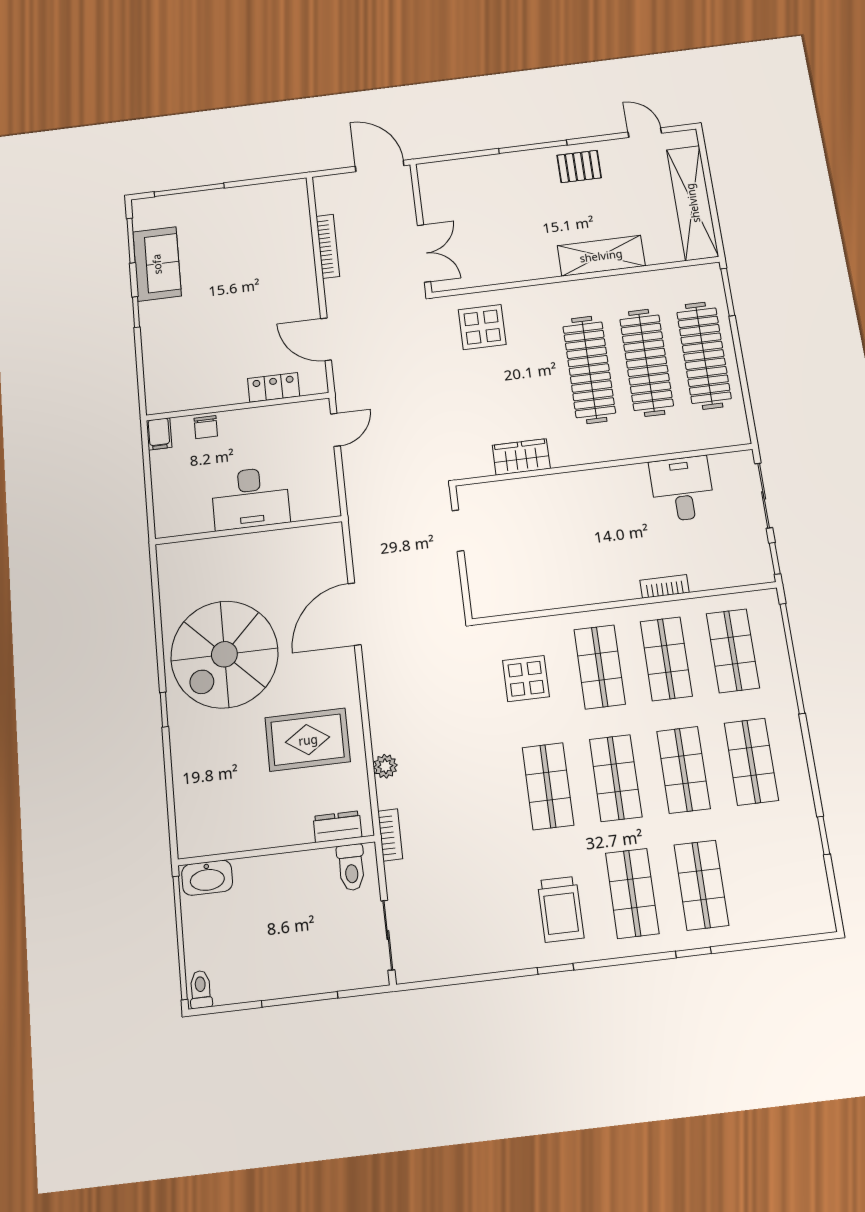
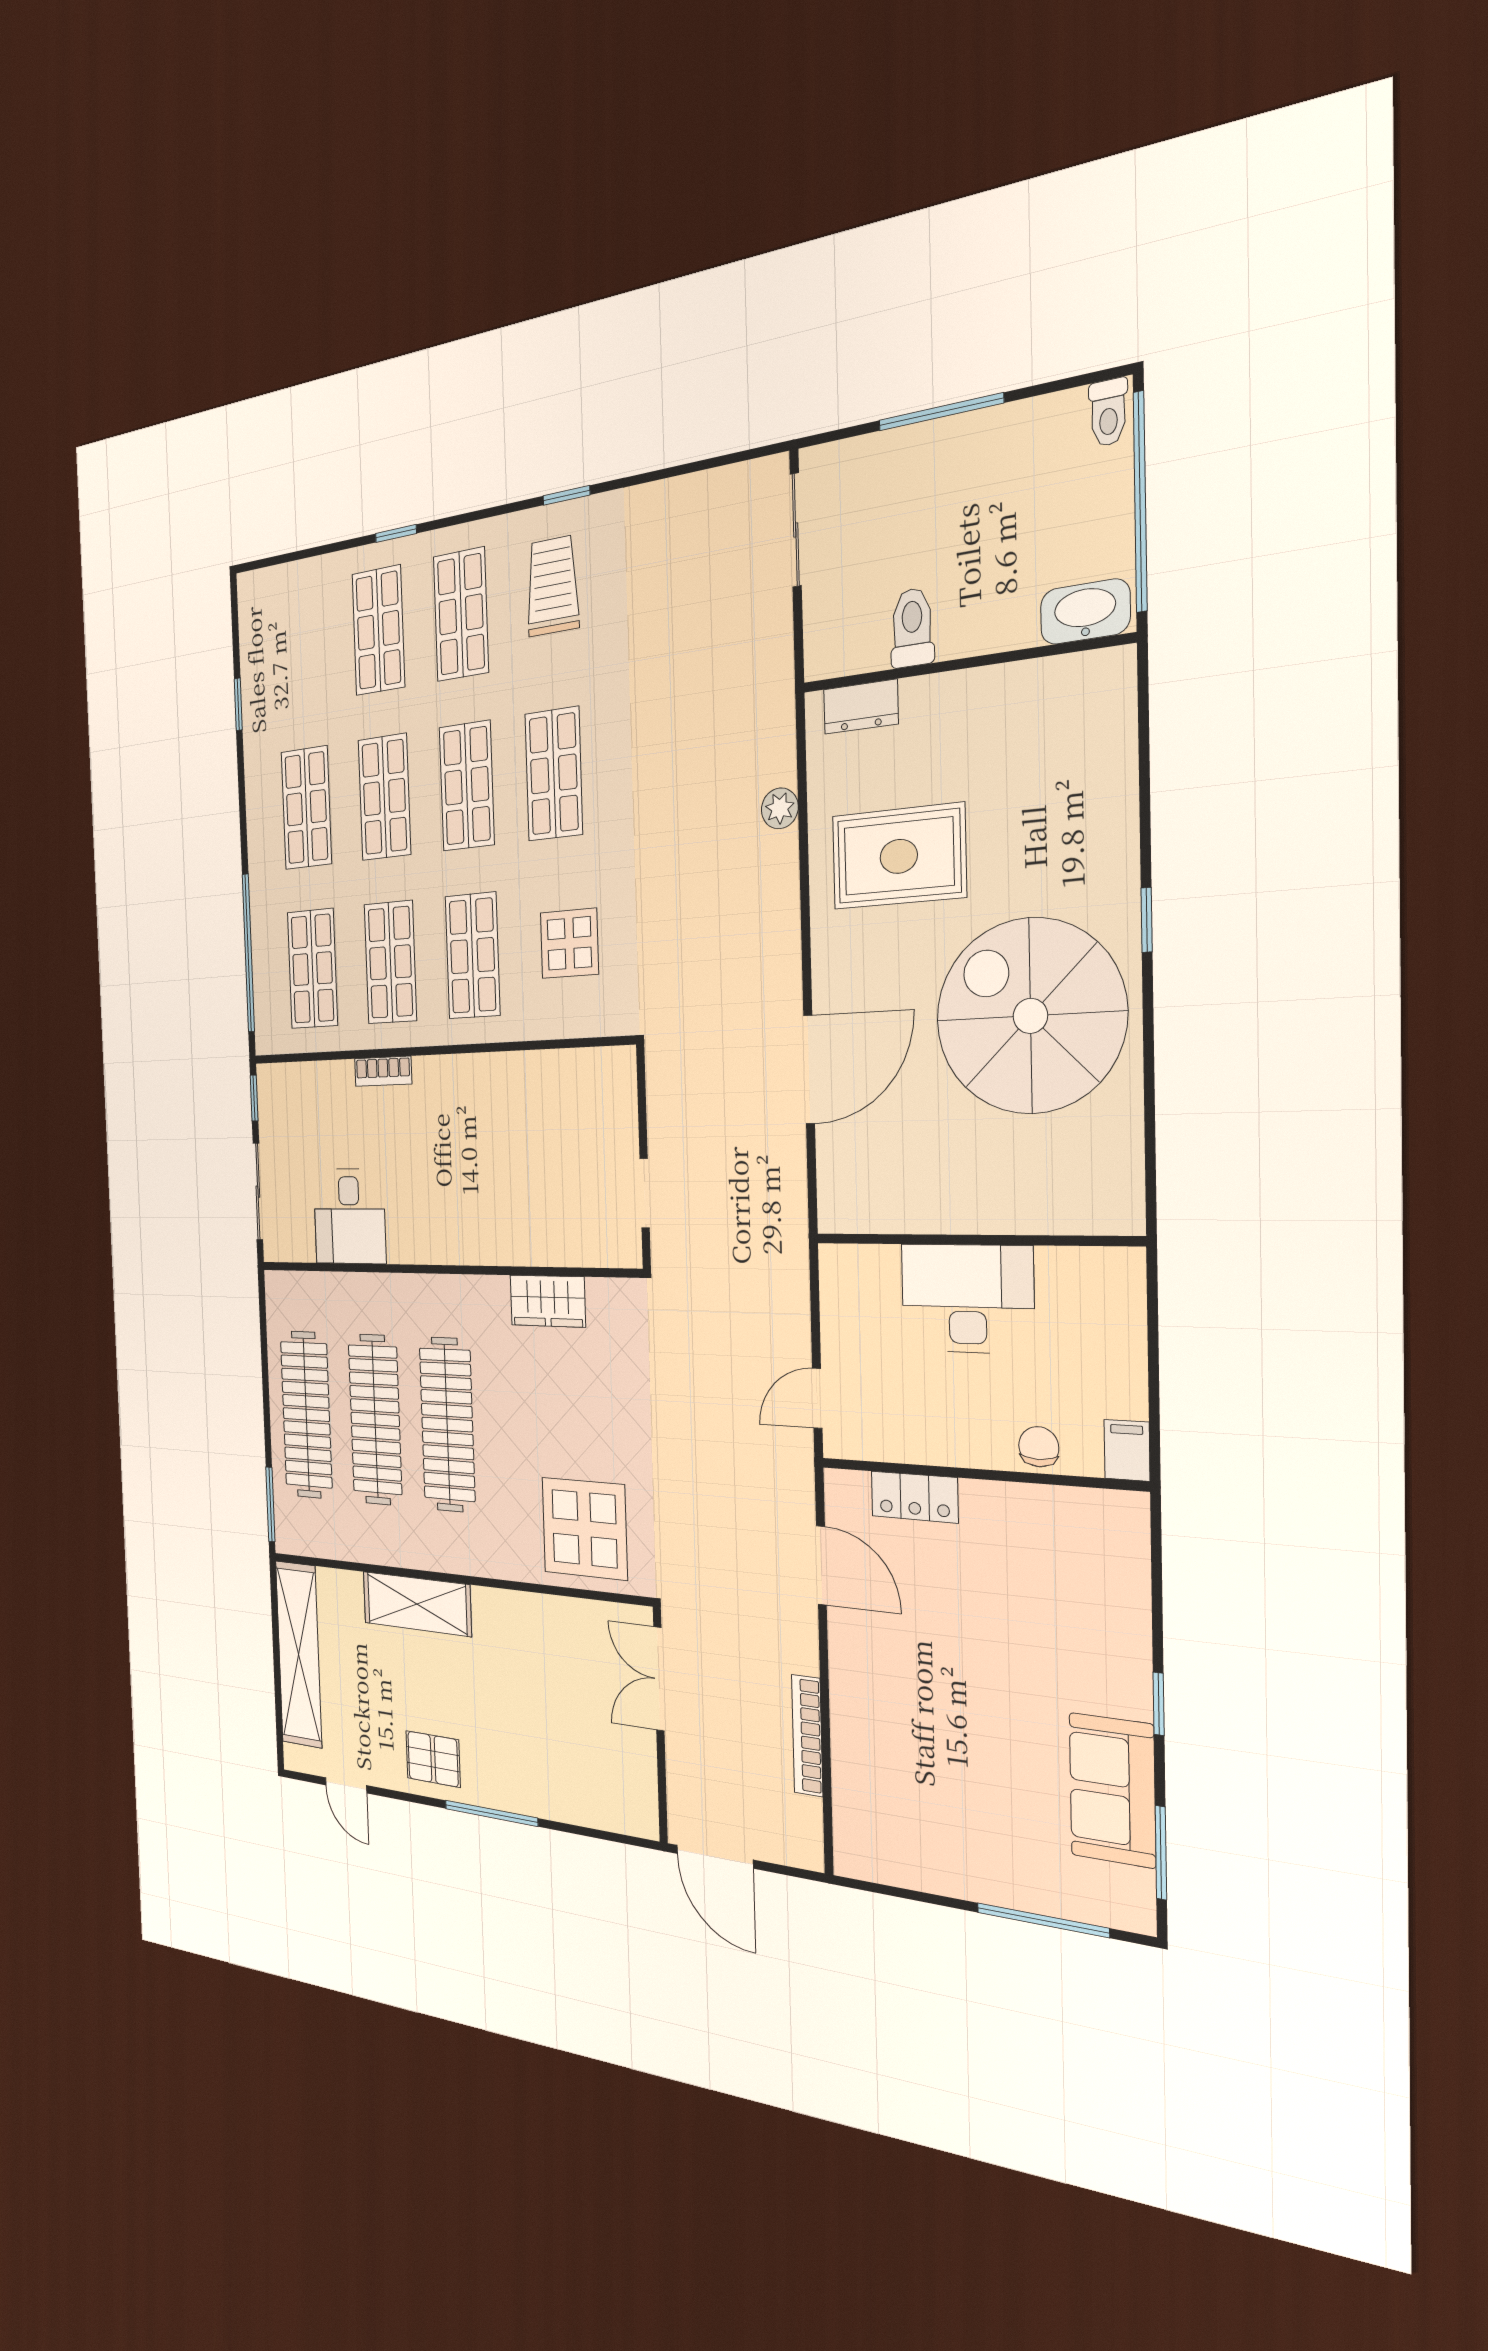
display table: (482, 327) -> (584, 1529), width x1.36, depth x1.36
spiral stairs: (224, 654) -> (1030, 1016), turned -90
bookcase: (390, 835) -> (780, 694), removed
toilet: (351, 867) -> (912, 628), moved

